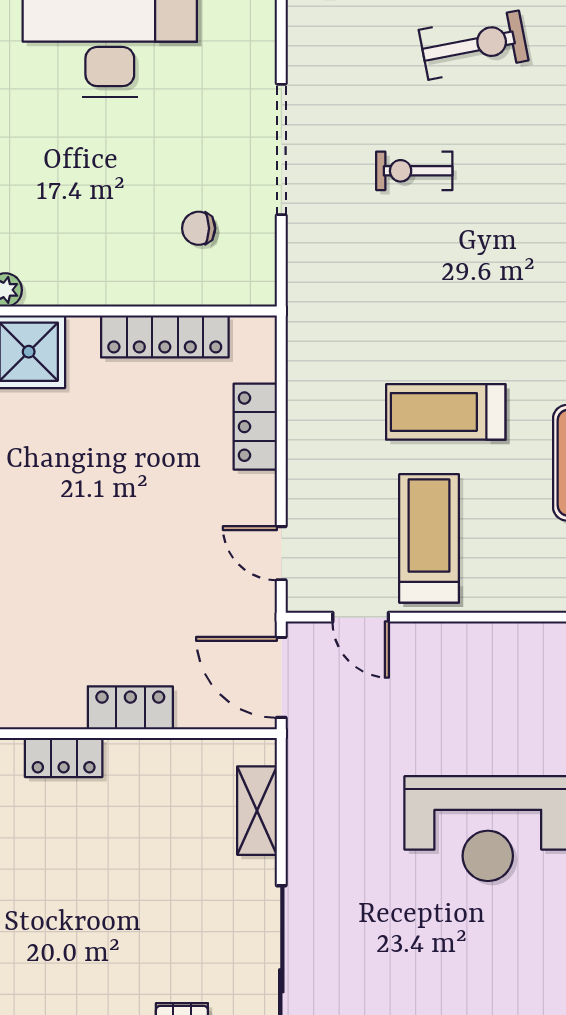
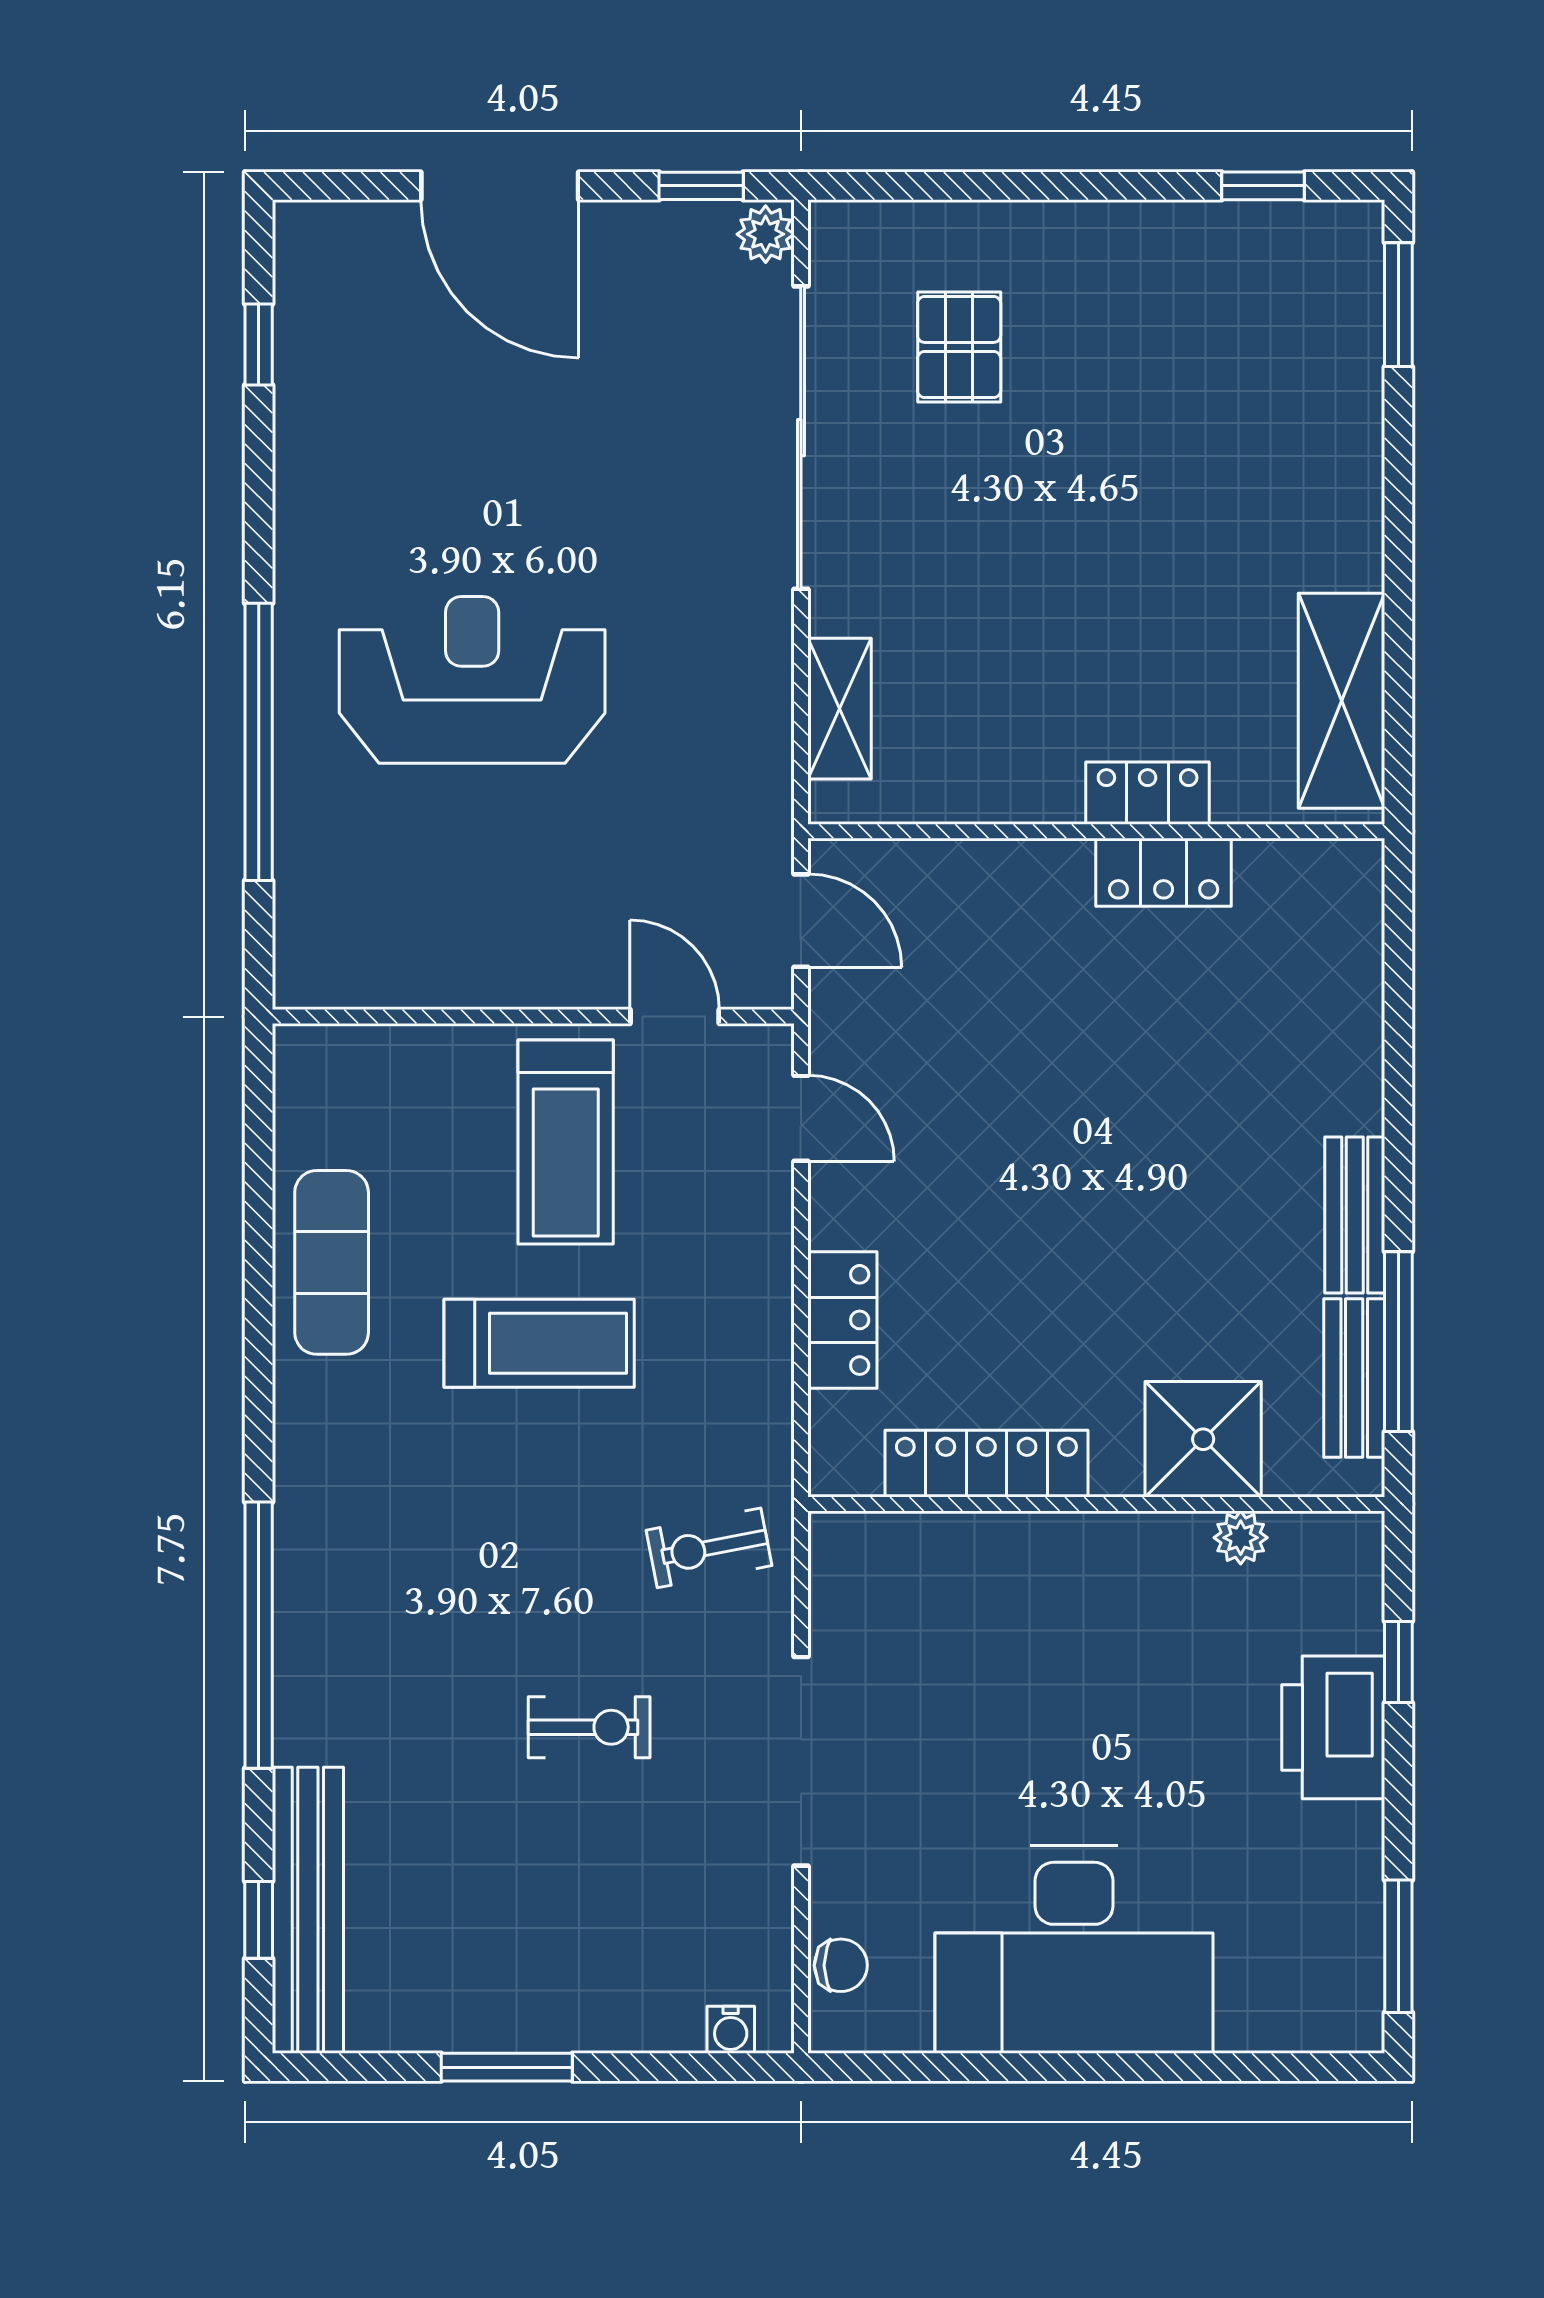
exercise bike: (474, 45) -> (709, 1548), moved, width x0.73, depth x0.72
chair: (199, 228) -> (841, 1965), moved
door: (281, 677) -> (801, 921), width x0.73
locker: (130, 708) -> (1164, 872), moved

